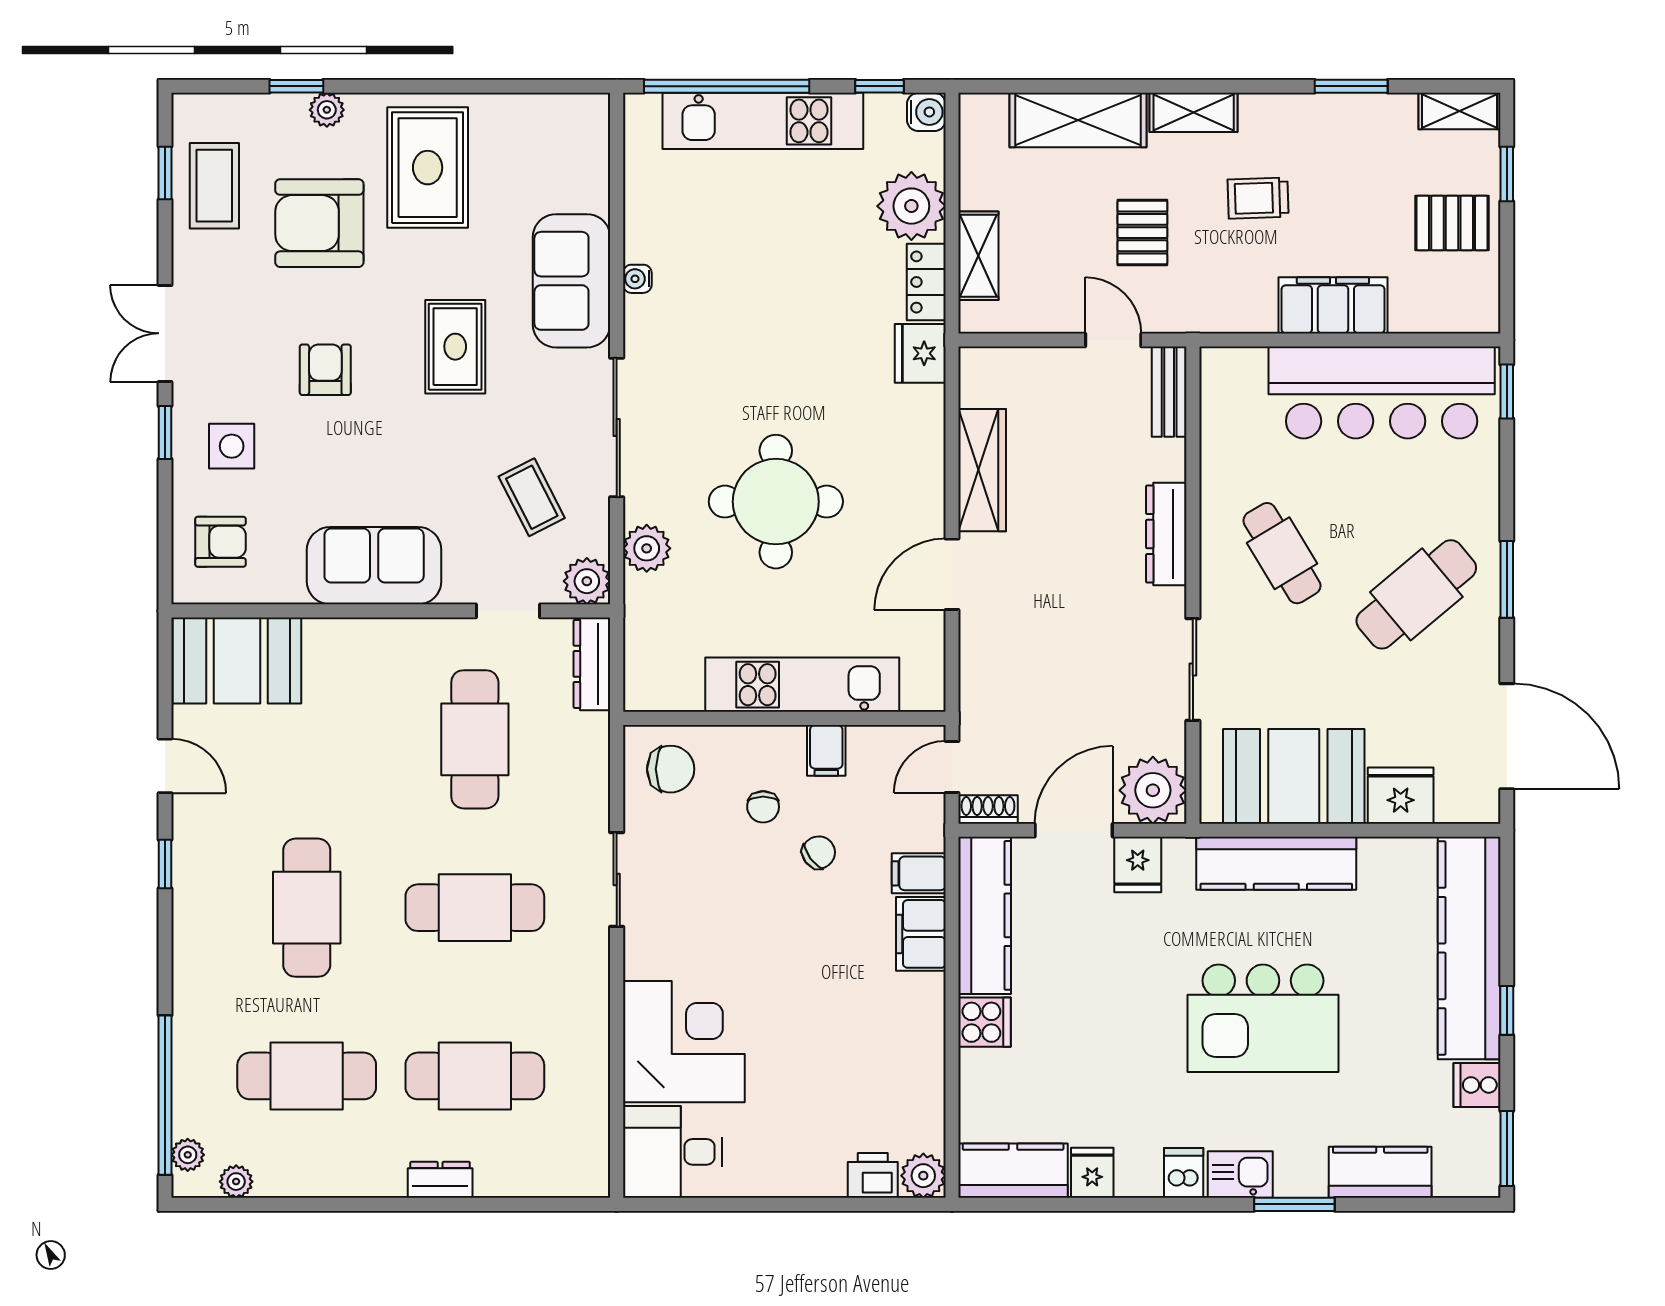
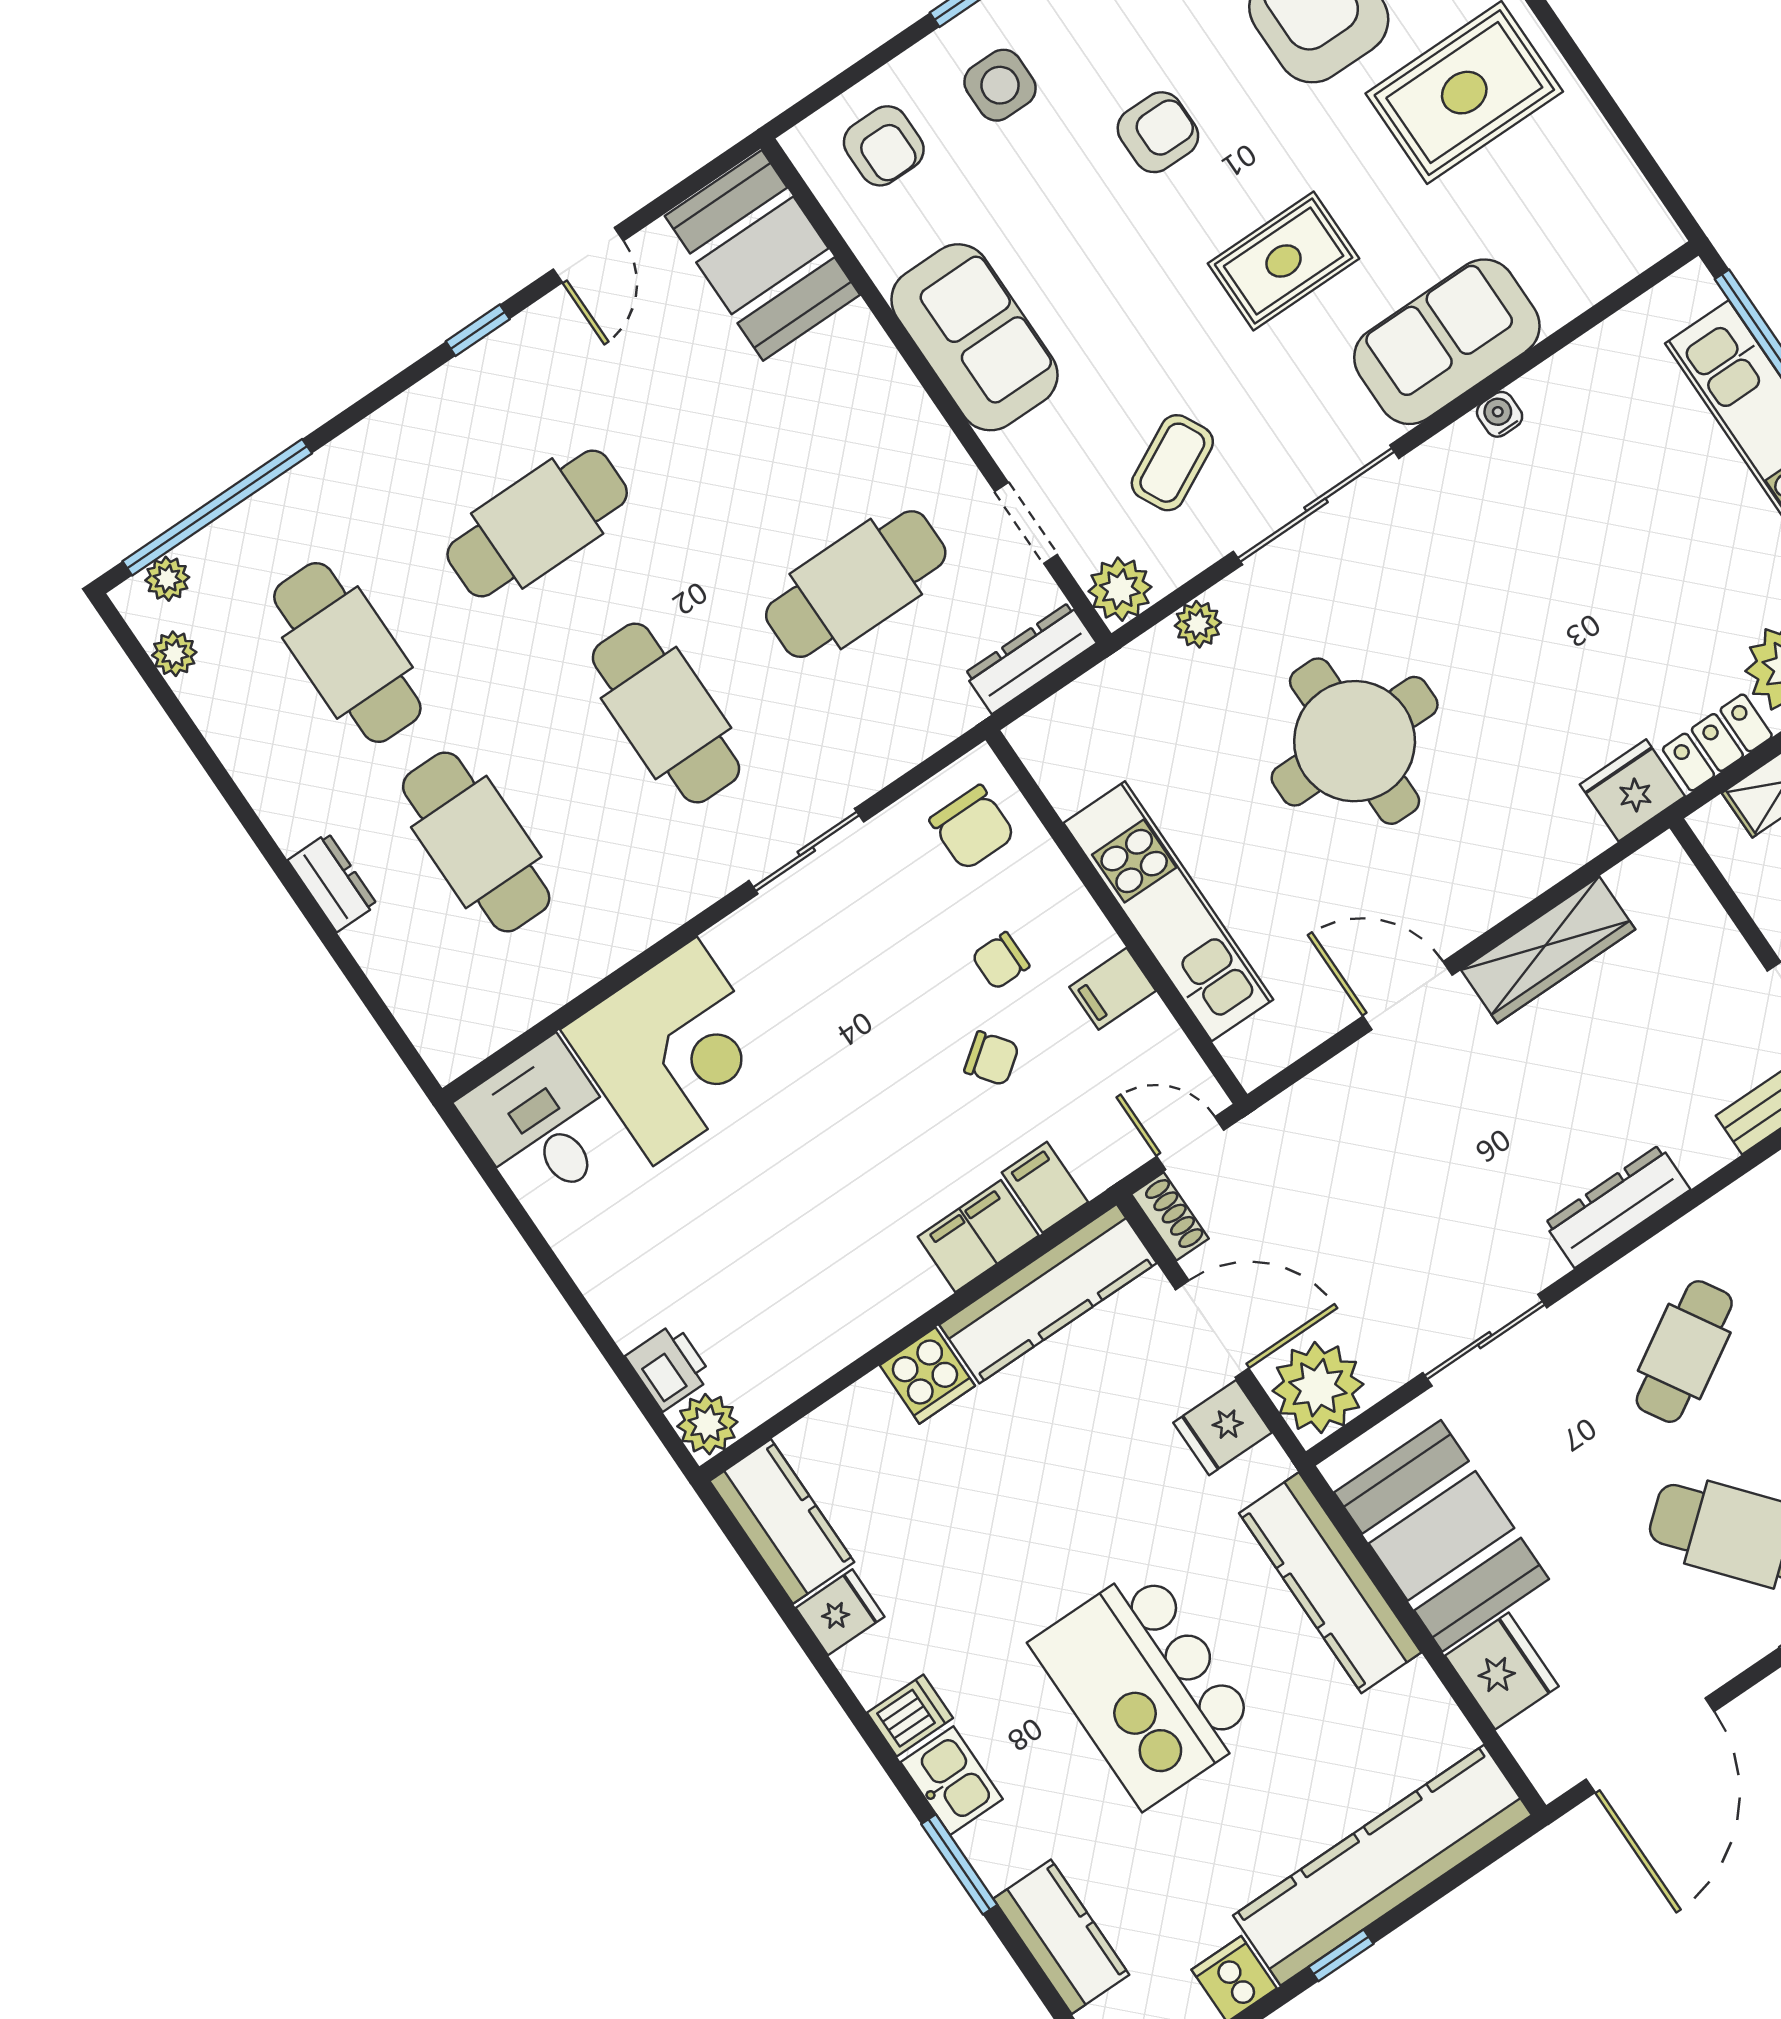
plant: (647, 548) -> (1198, 624), width x0.73, depth x0.73

